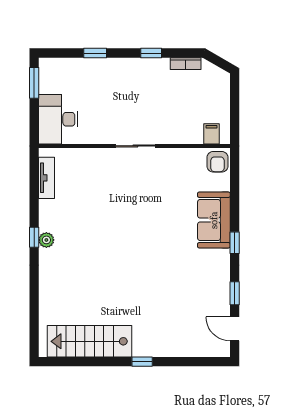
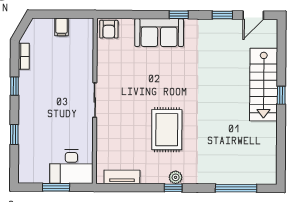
window: (34, 83) -> (56, 187), moved
filing cabinet: (212, 134) -> (62, 27), moved, turned -90
armchair: (217, 162) -> (109, 29), turned 90
rug: (102, 230) -> (167, 130), added
window: (34, 310) -> (236, 188), added
stairs: (90, 341) -> (264, 85), moved

